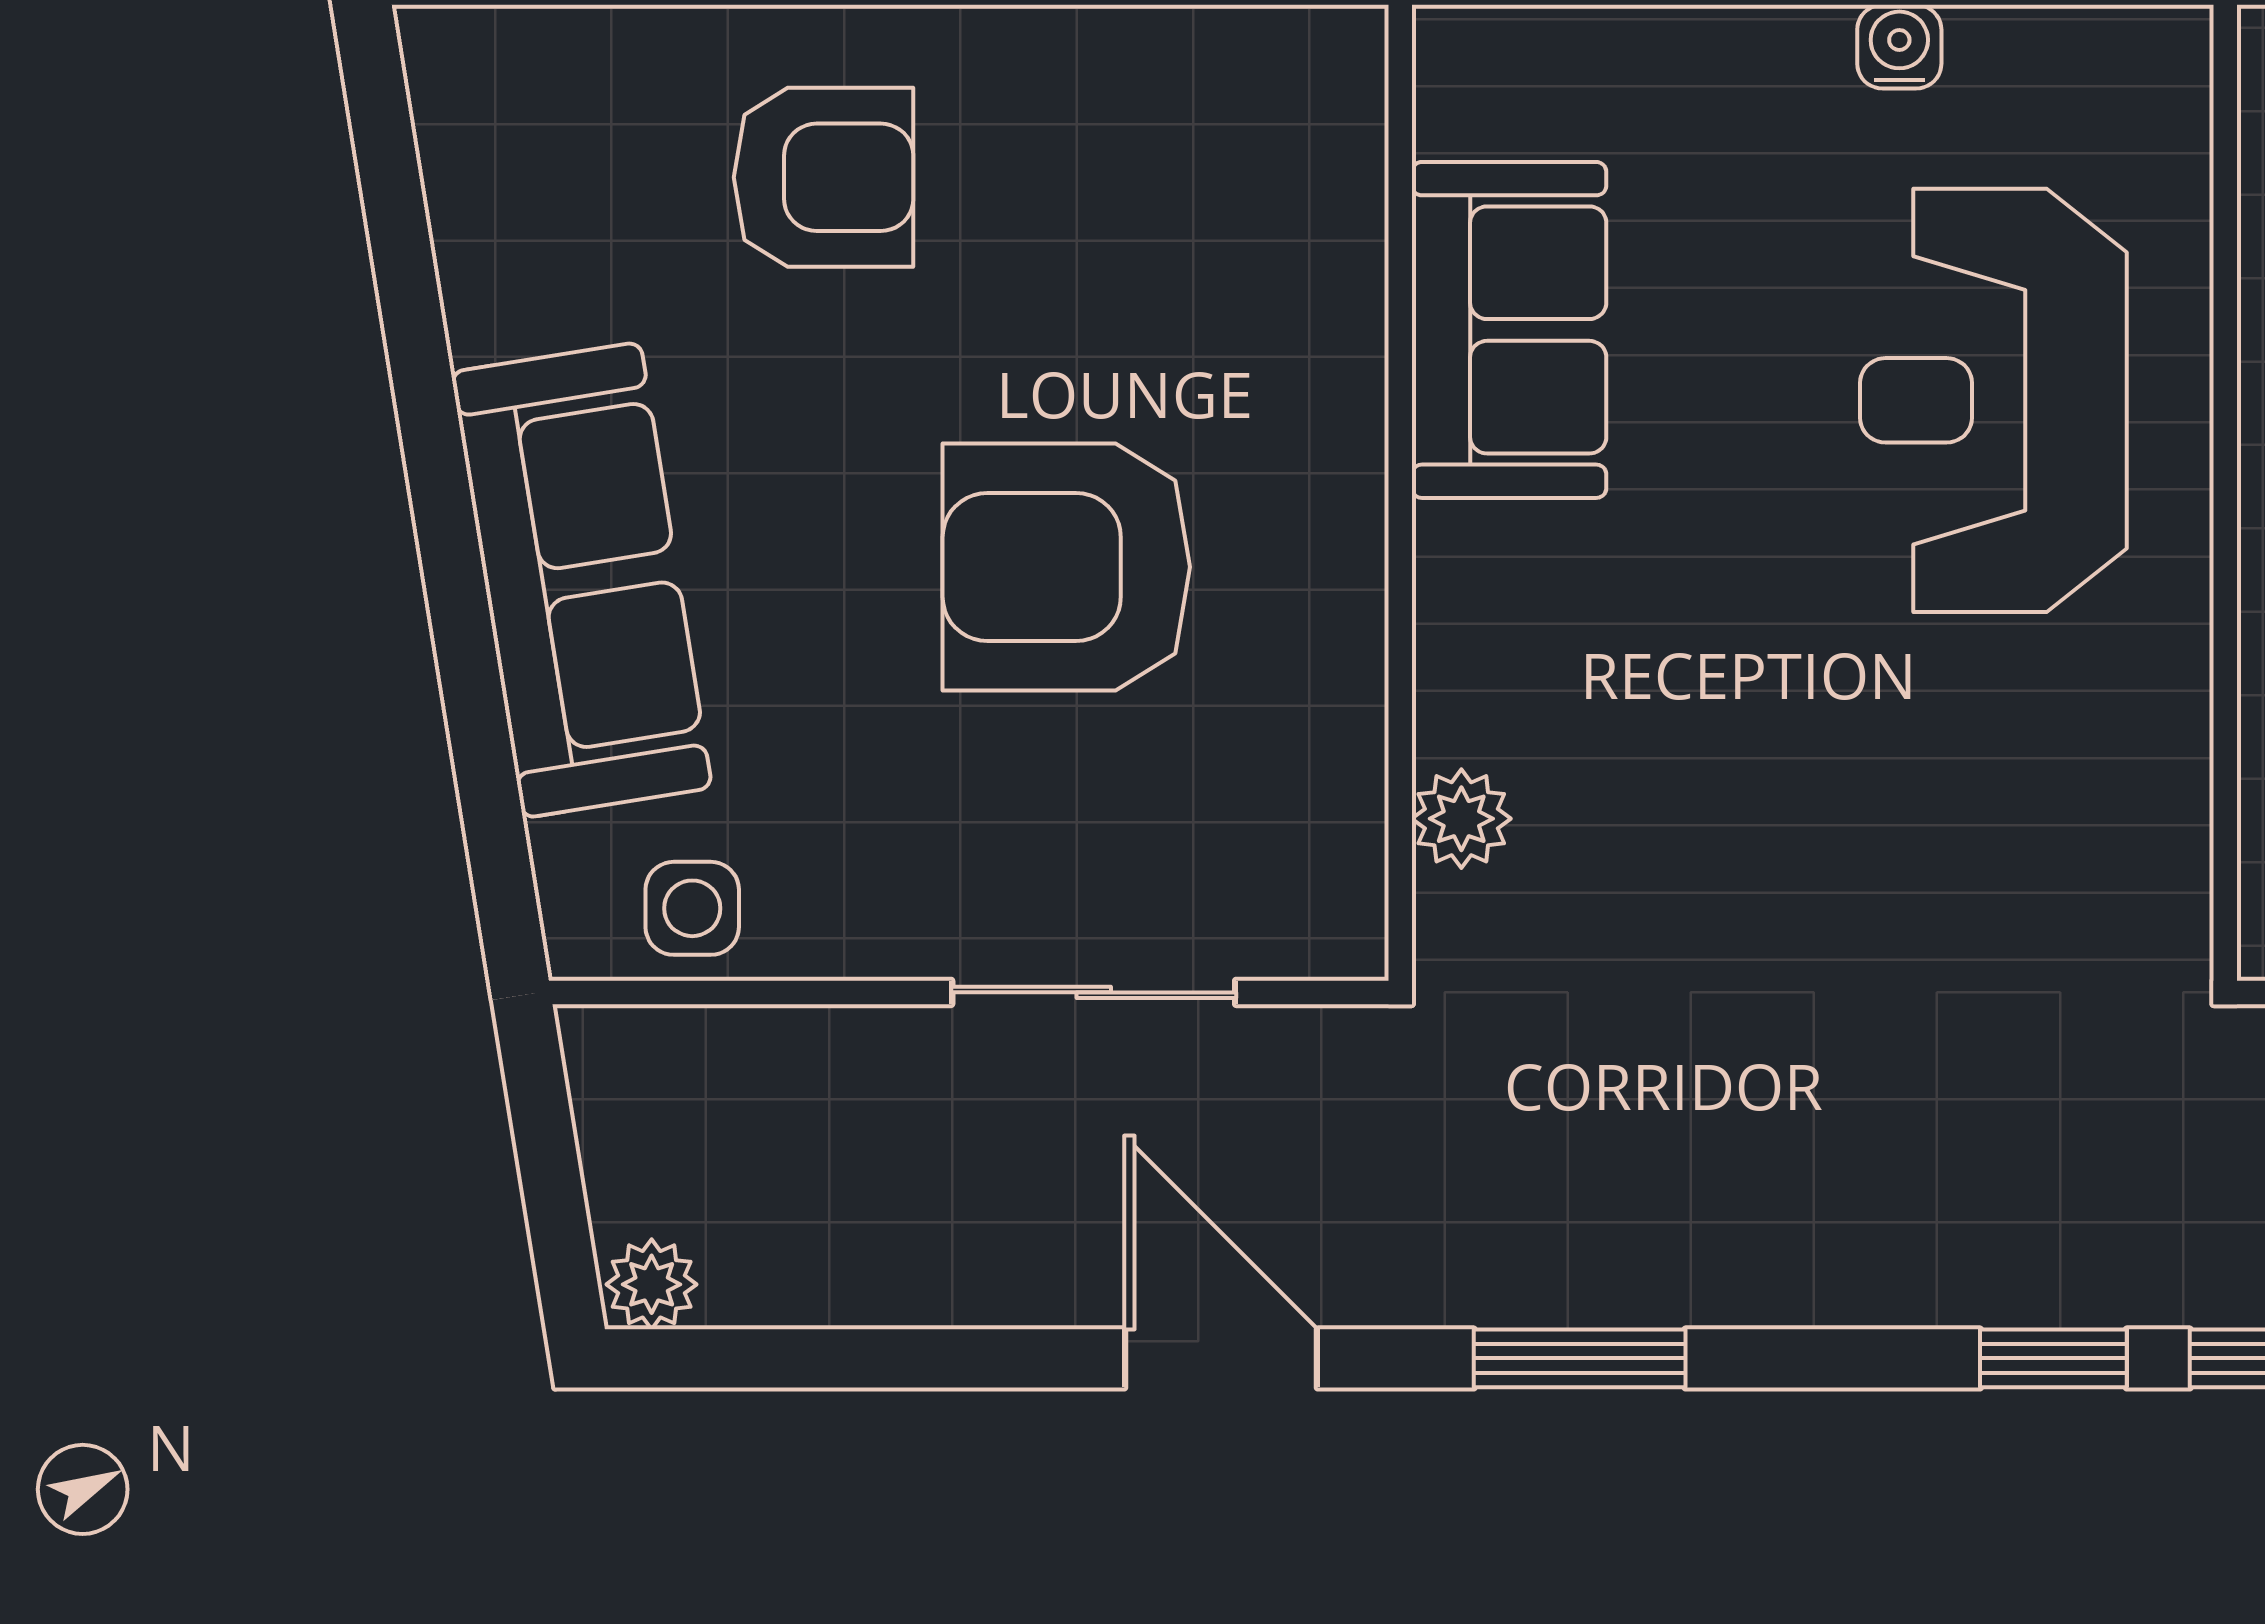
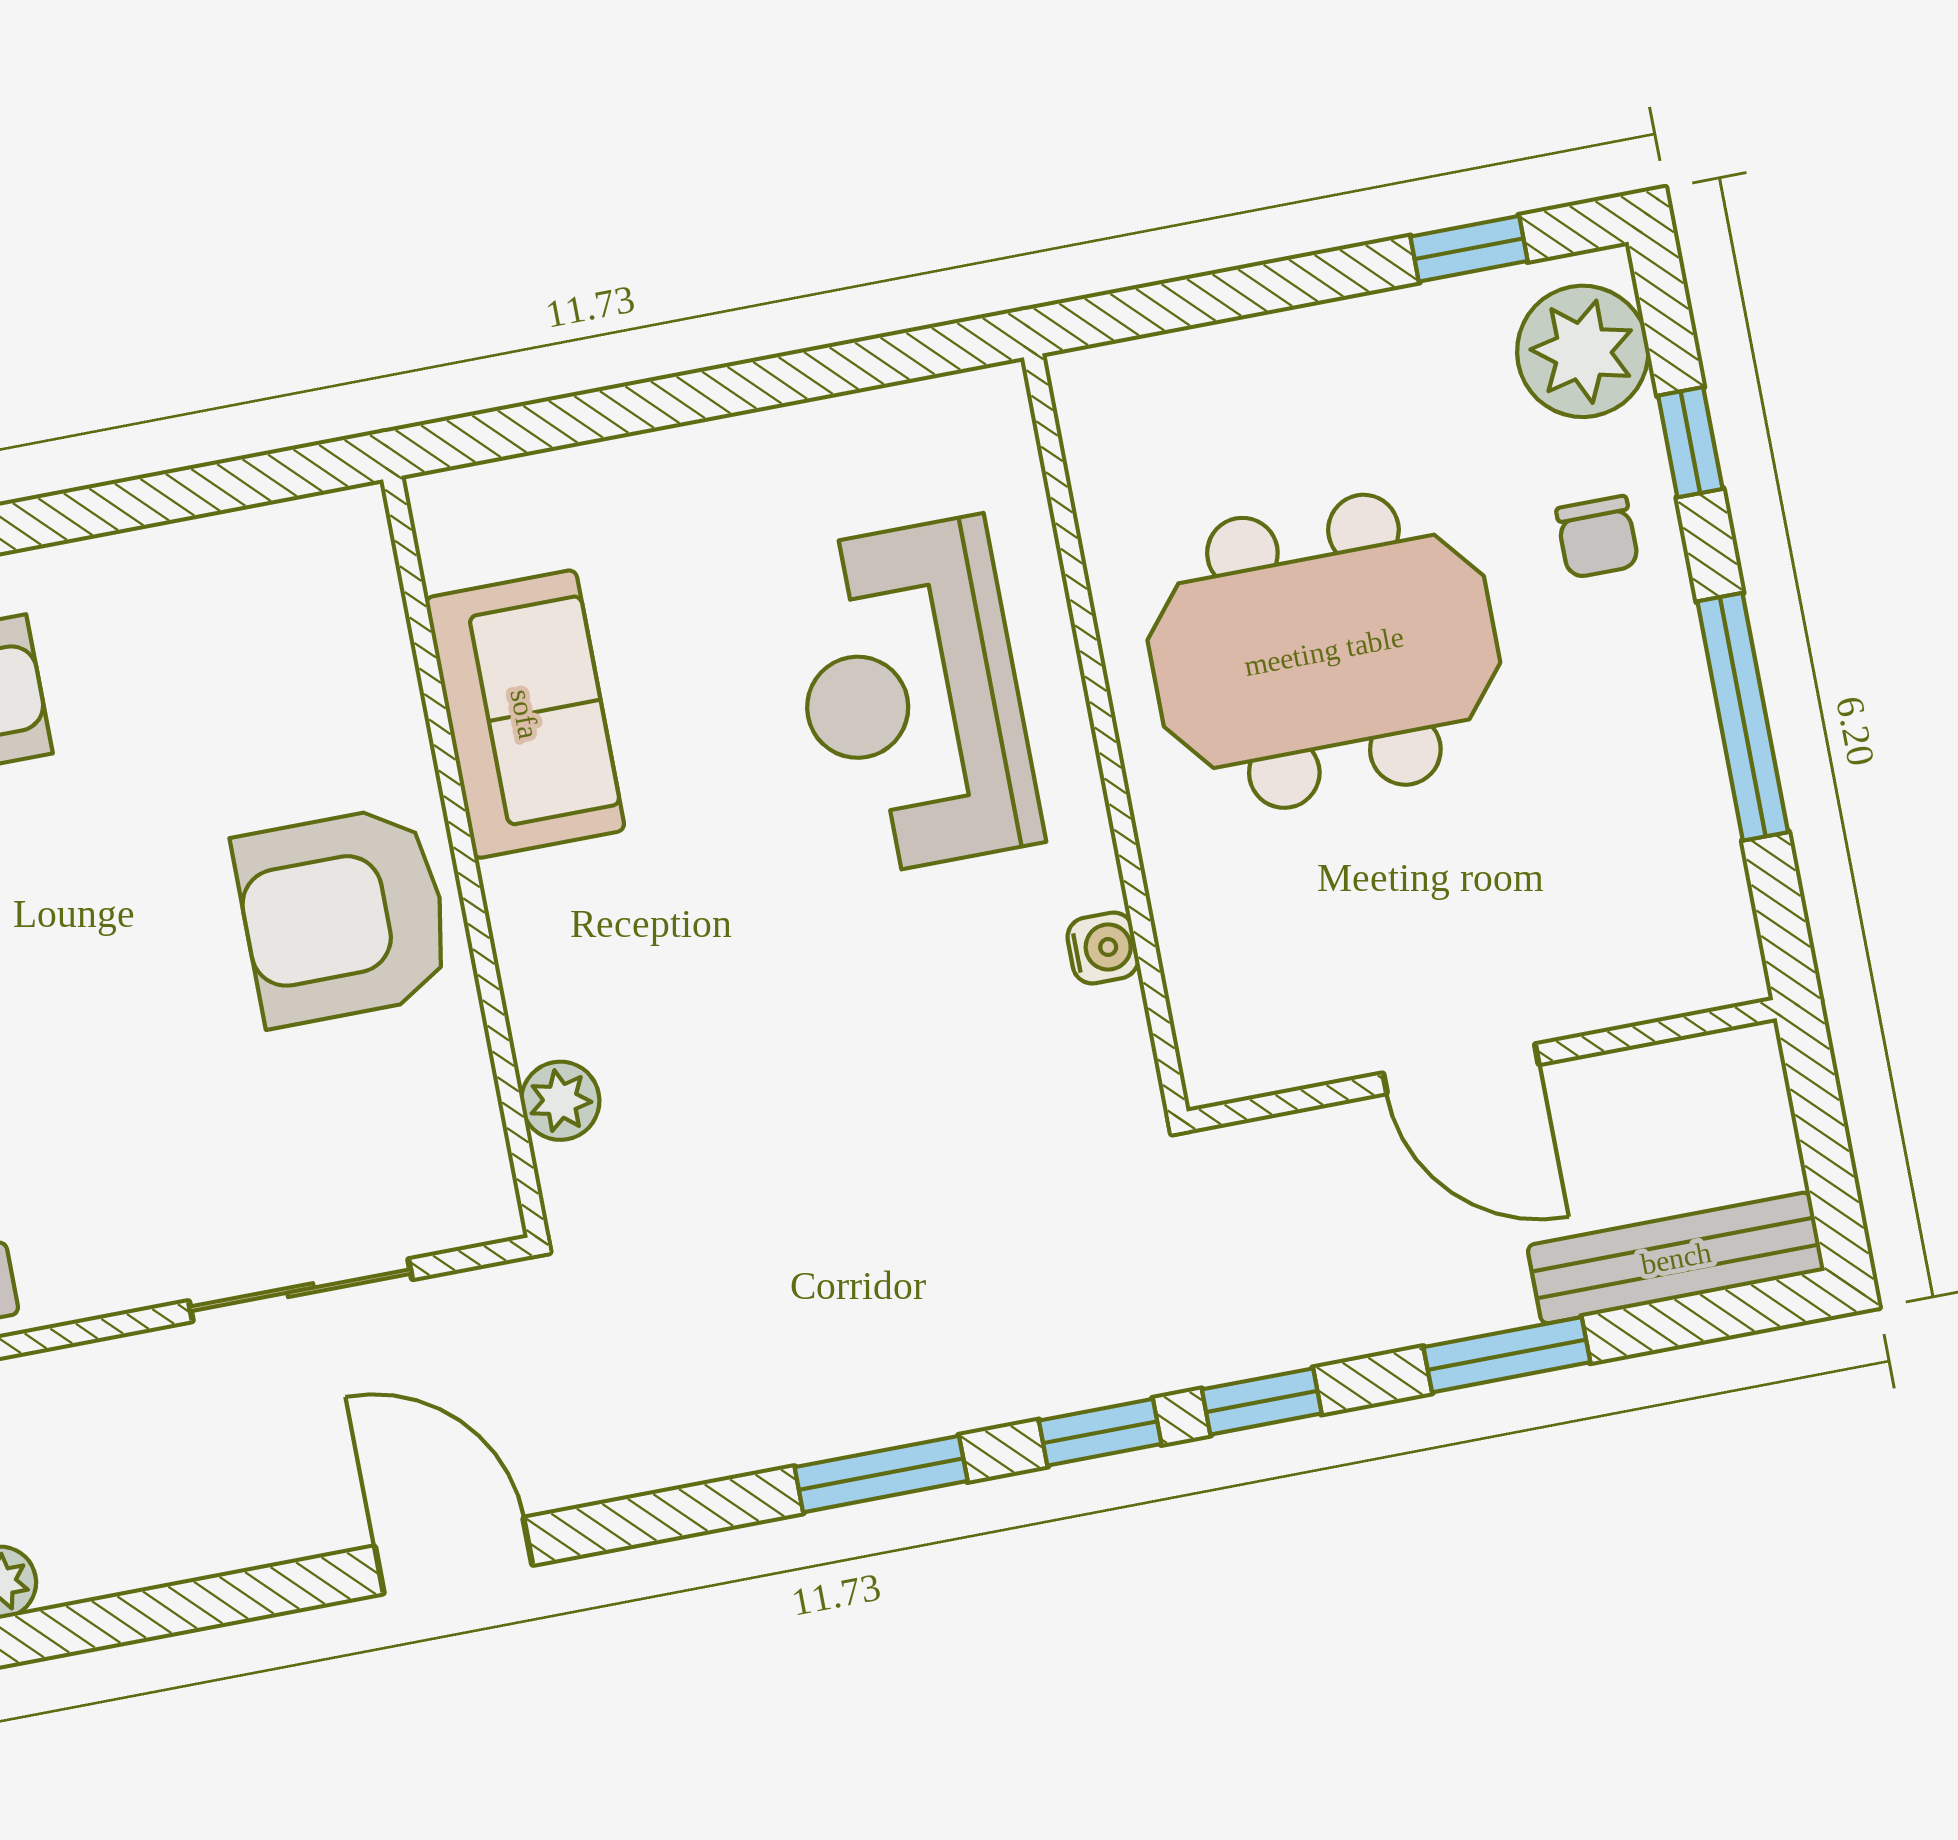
water cooler: (1899, 47) -> (1103, 948), moved, turned 90
armchair: (1066, 567) -> (344, 916), moved
window: (1580, 1358) -> (881, 1474), moved

